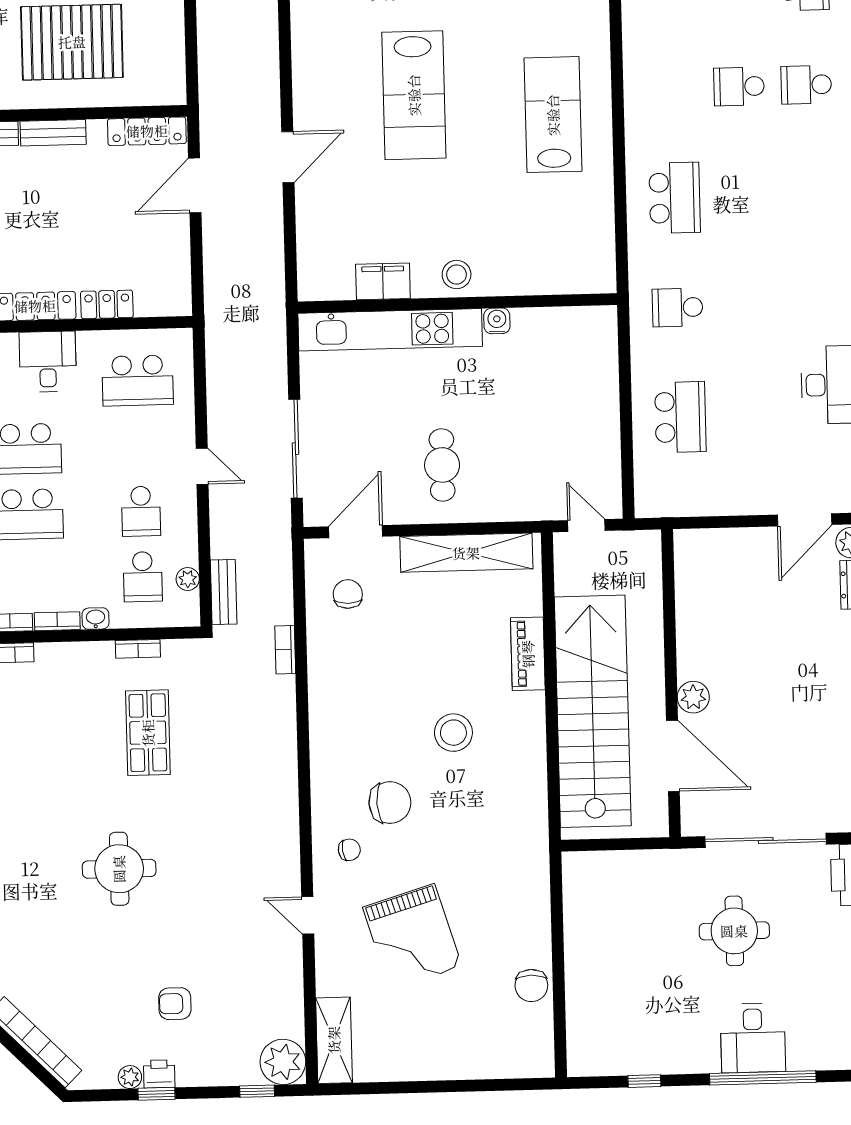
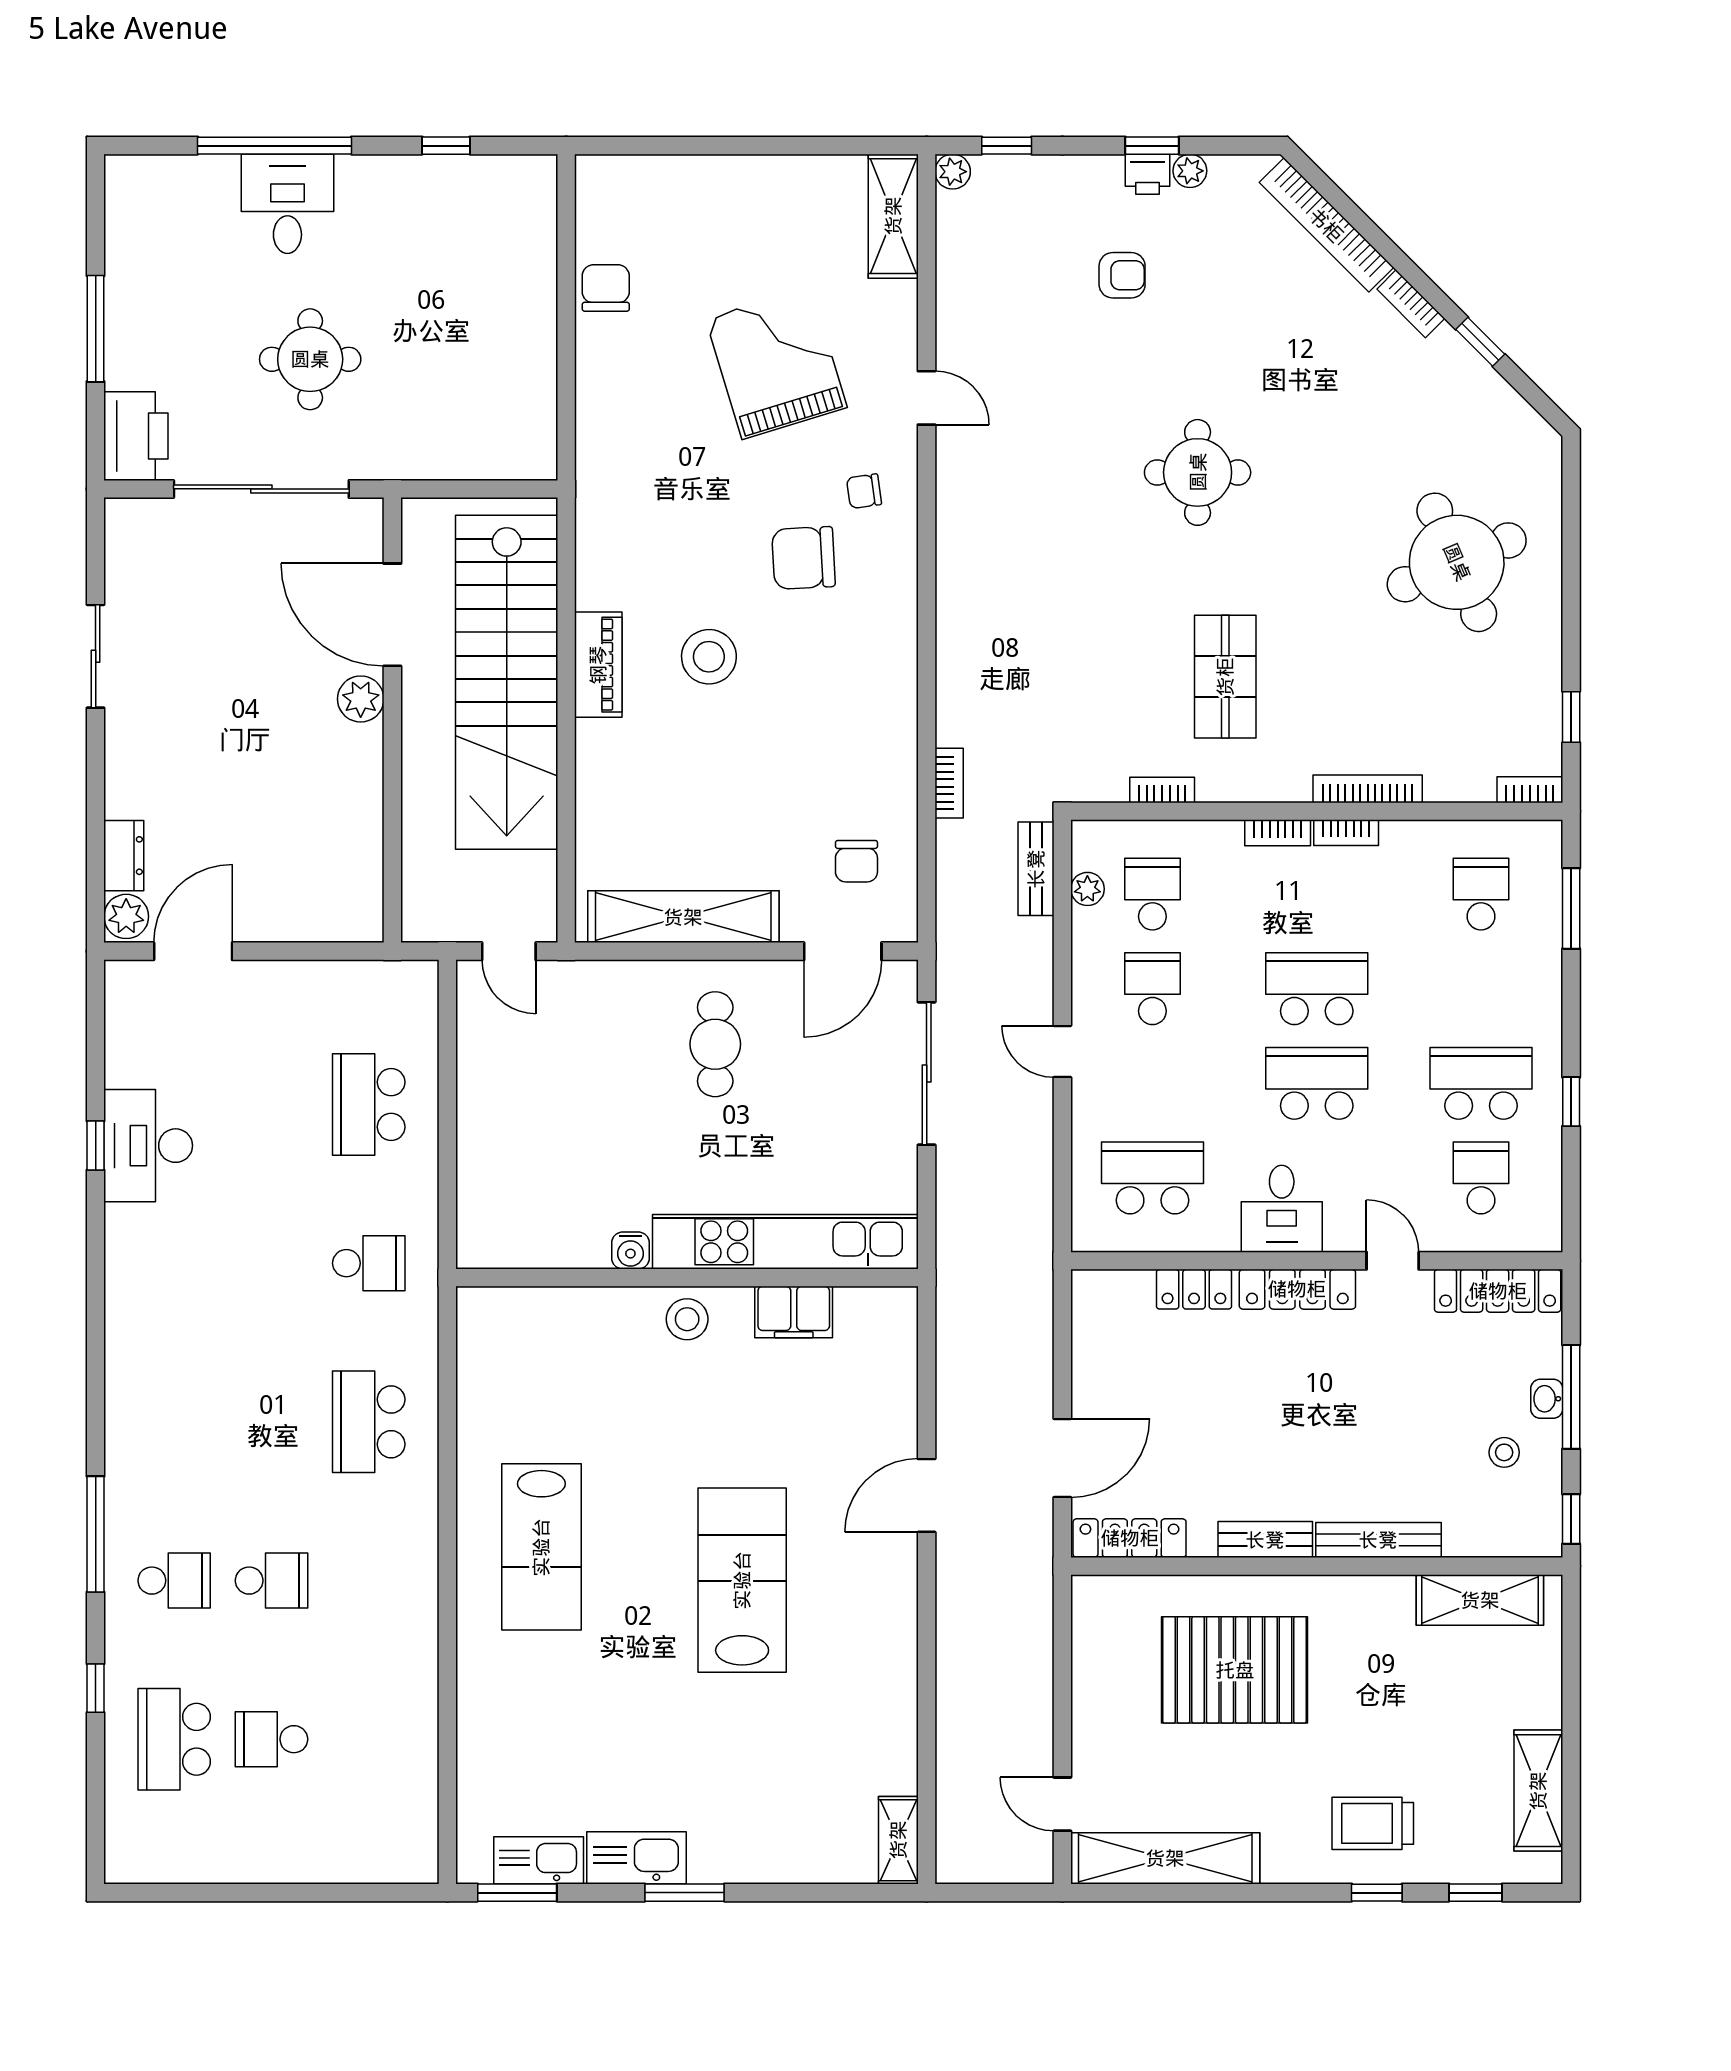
washbasin: (96, 619) -> (1222, 835), removed
piano: (528, 654) -> (598, 665), moved
shop shelf: (148, 733) -> (1225, 677), moved
plant: (283, 1062) -> (953, 172), width x0.53, depth x0.53

